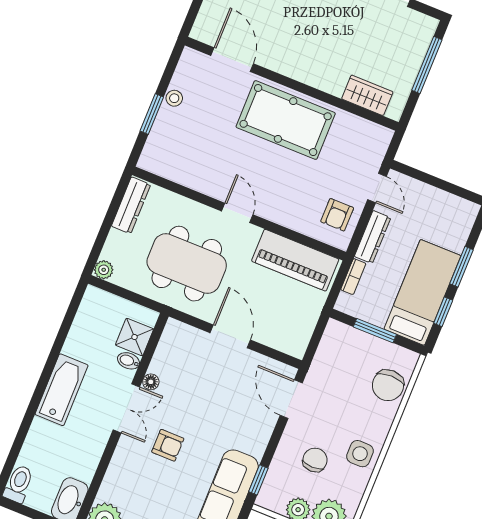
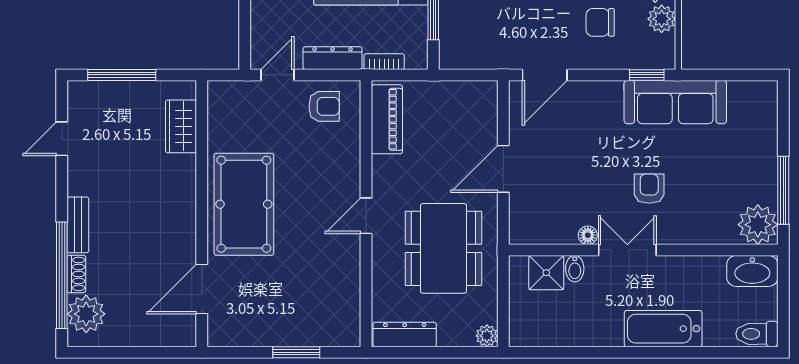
stool: (174, 98) -> (269, 335), removed
piano: (295, 260) -> (387, 119), width x0.73, depth x0.75
bathtub: (62, 390) -> (663, 329), moved

